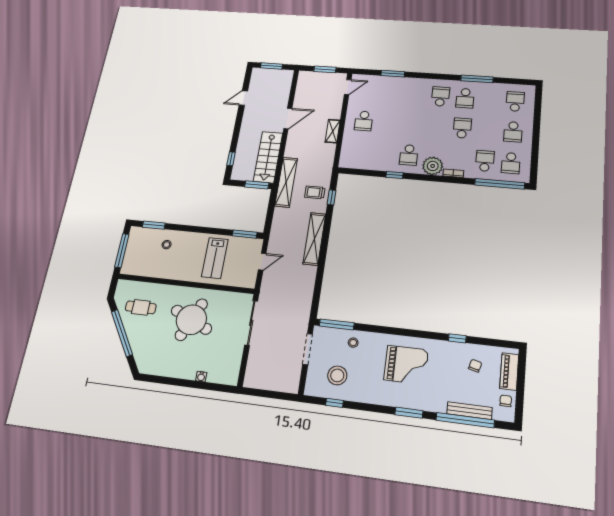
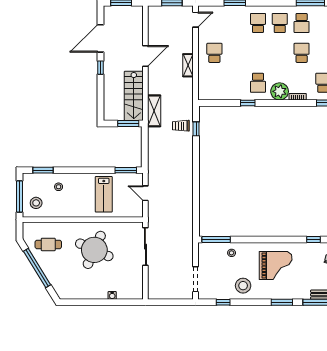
school desk: (416, 95) -> (258, 23), added
door: (243, 98) -> (100, 38), width x1.87
school desk: (364, 121) -> (214, 53), turned 180
window: (231, 159) -> (100, 68), moved
shelving: (286, 182) -> (154, 111), width x0.68
shelving: (314, 239) -> (187, 168), removed
stool: (138, 260) -> (36, 203), added
door: (262, 262) -> (145, 193), swing flipped
doorway: (308, 349) -> (196, 279), moved
stool: (337, 375) -> (243, 286), moved

